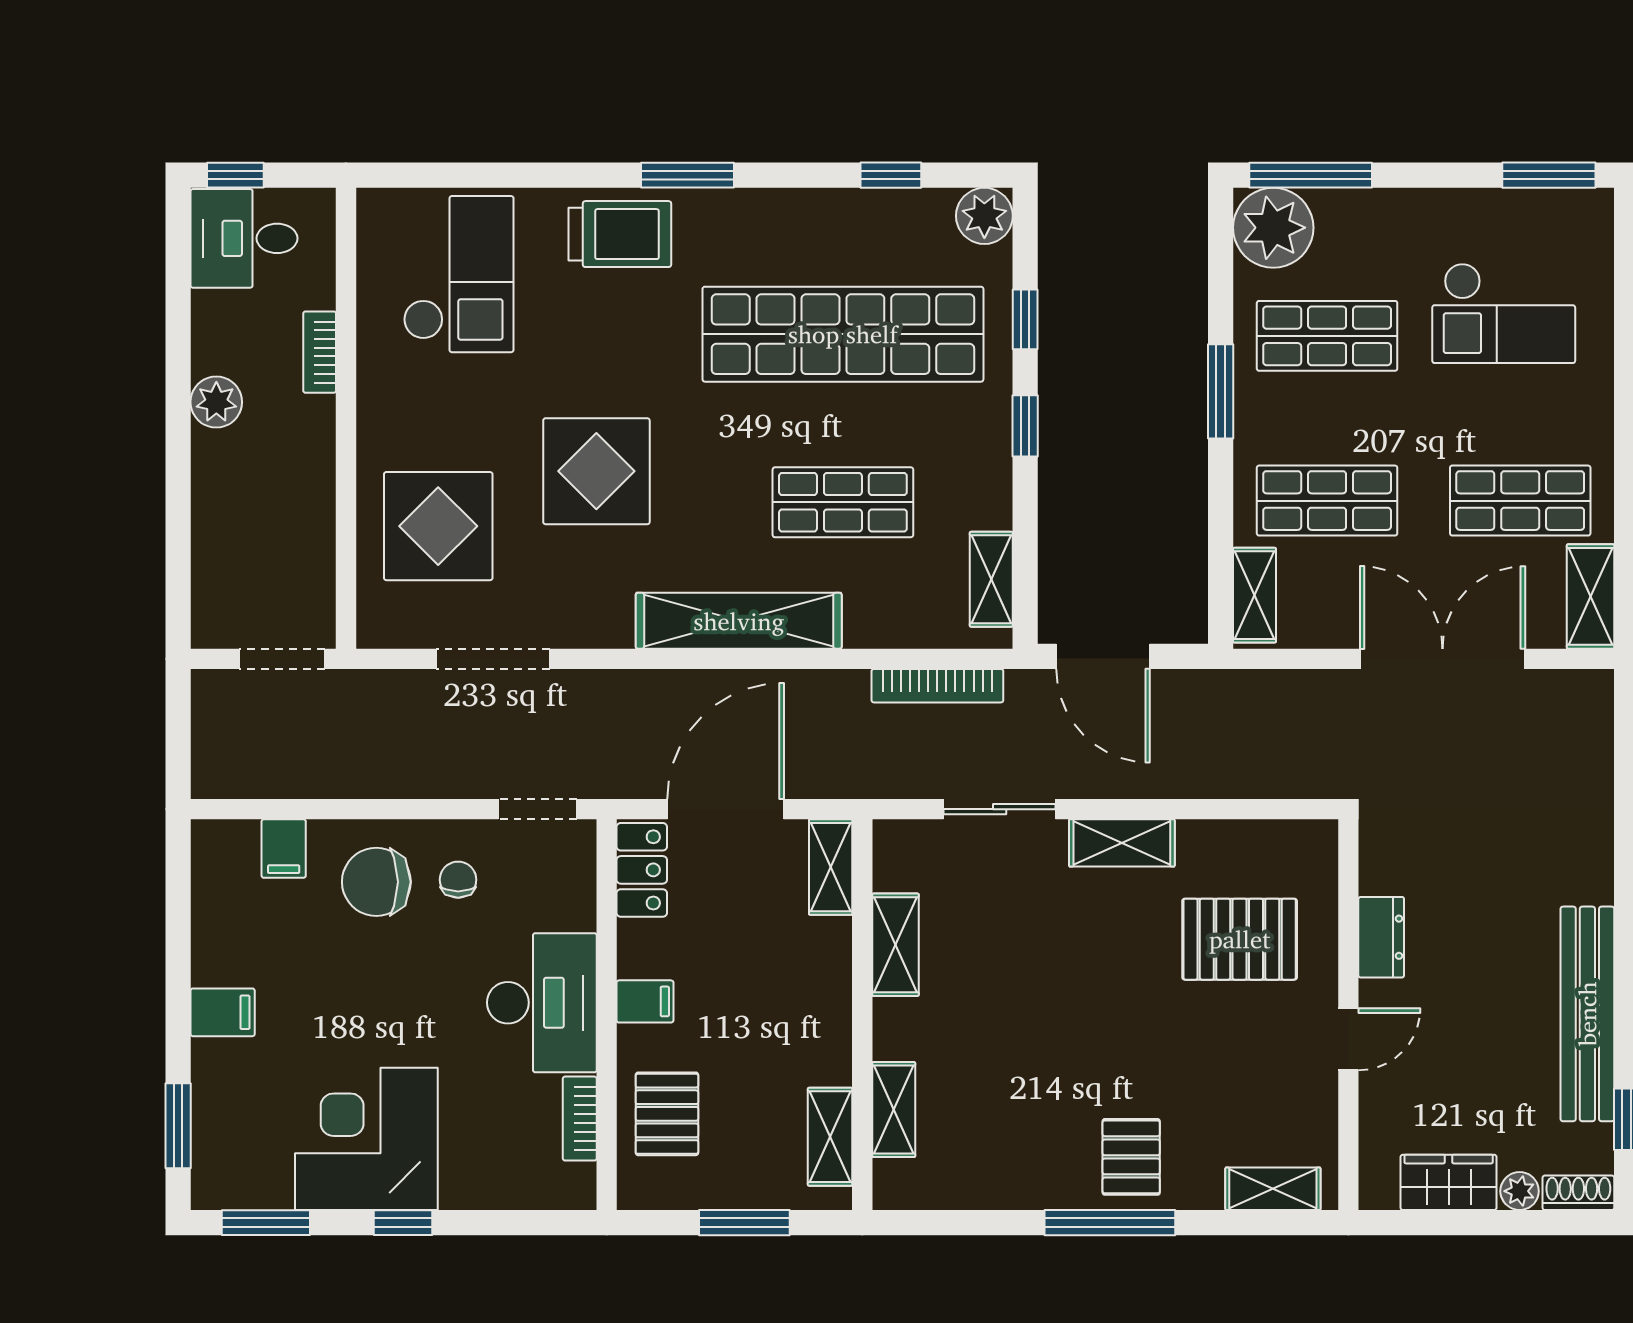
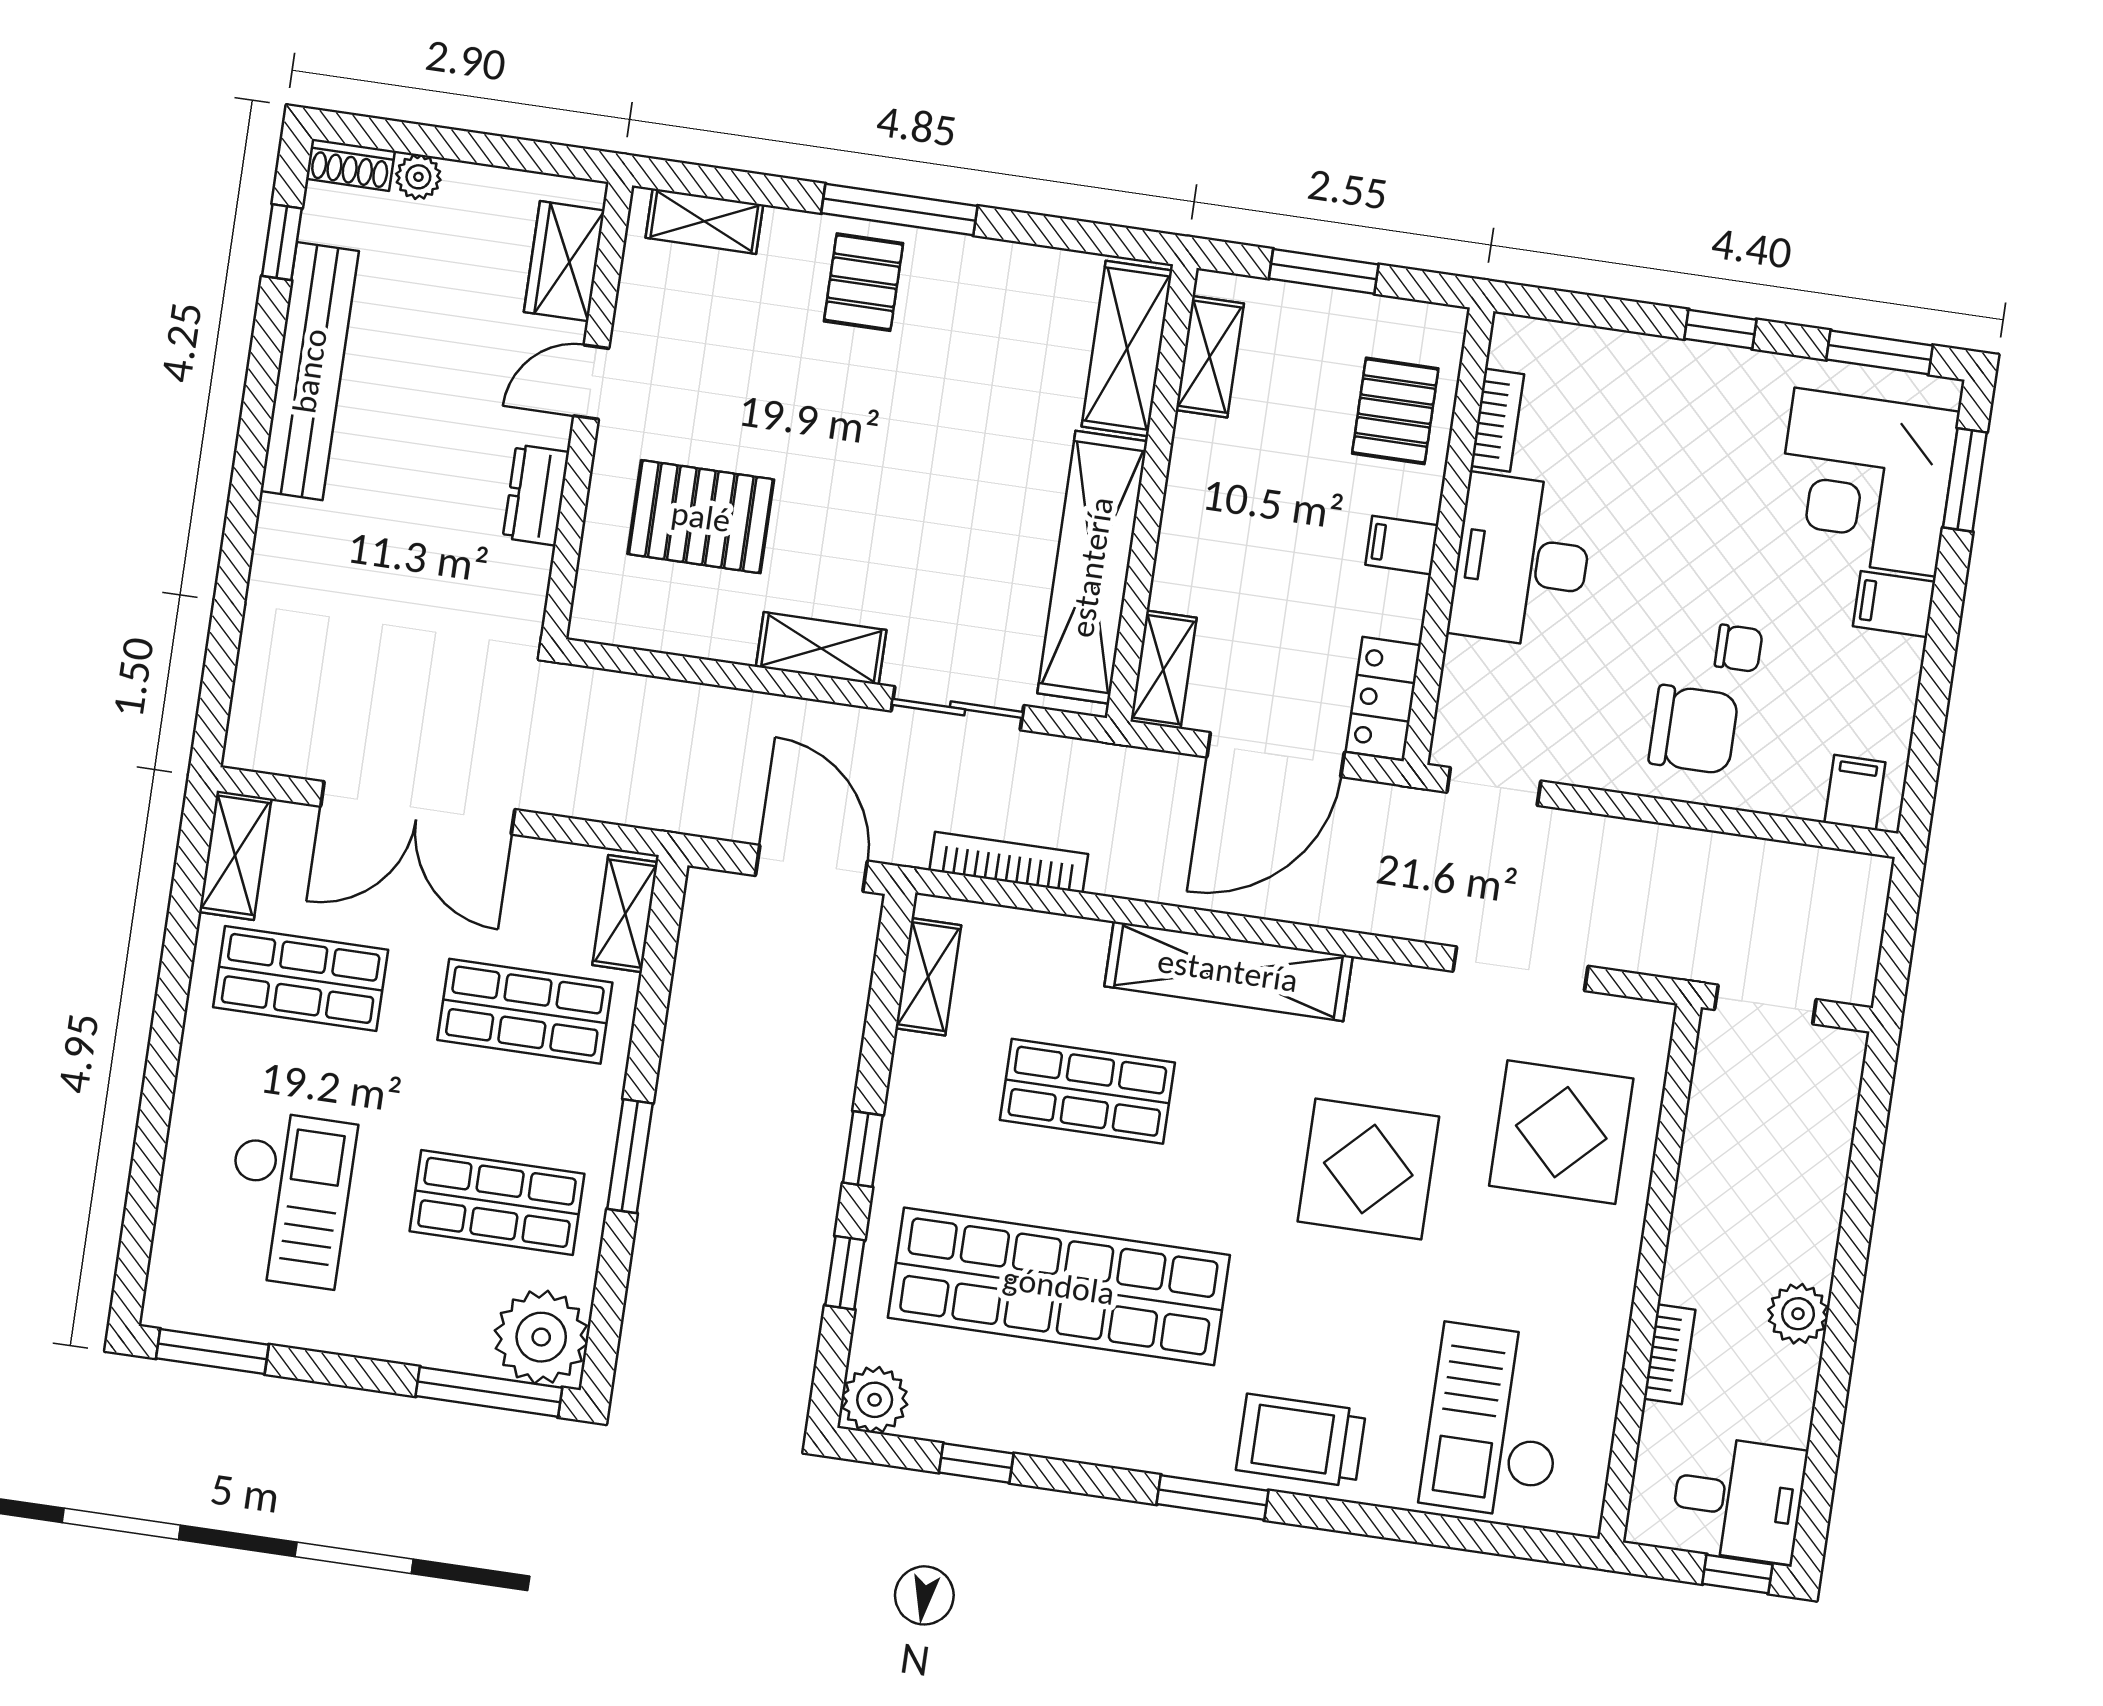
checkout: (1504, 313) -> (288, 1199), turned 90
filing cabinet: (284, 849) -> (1855, 793), moved
chair: (458, 880) -> (1739, 648), moved, turned -90
shelving: (895, 945) -> (1092, 567), width x2.20, depth x1.33
shelving: (894, 1110) -> (1127, 349), width x1.50, depth x1.33
corner desk: (366, 1139) -> (1865, 482), moved, turned 90
wardrobe: (1449, 1182) -> (564, 261), moved, turned 90

